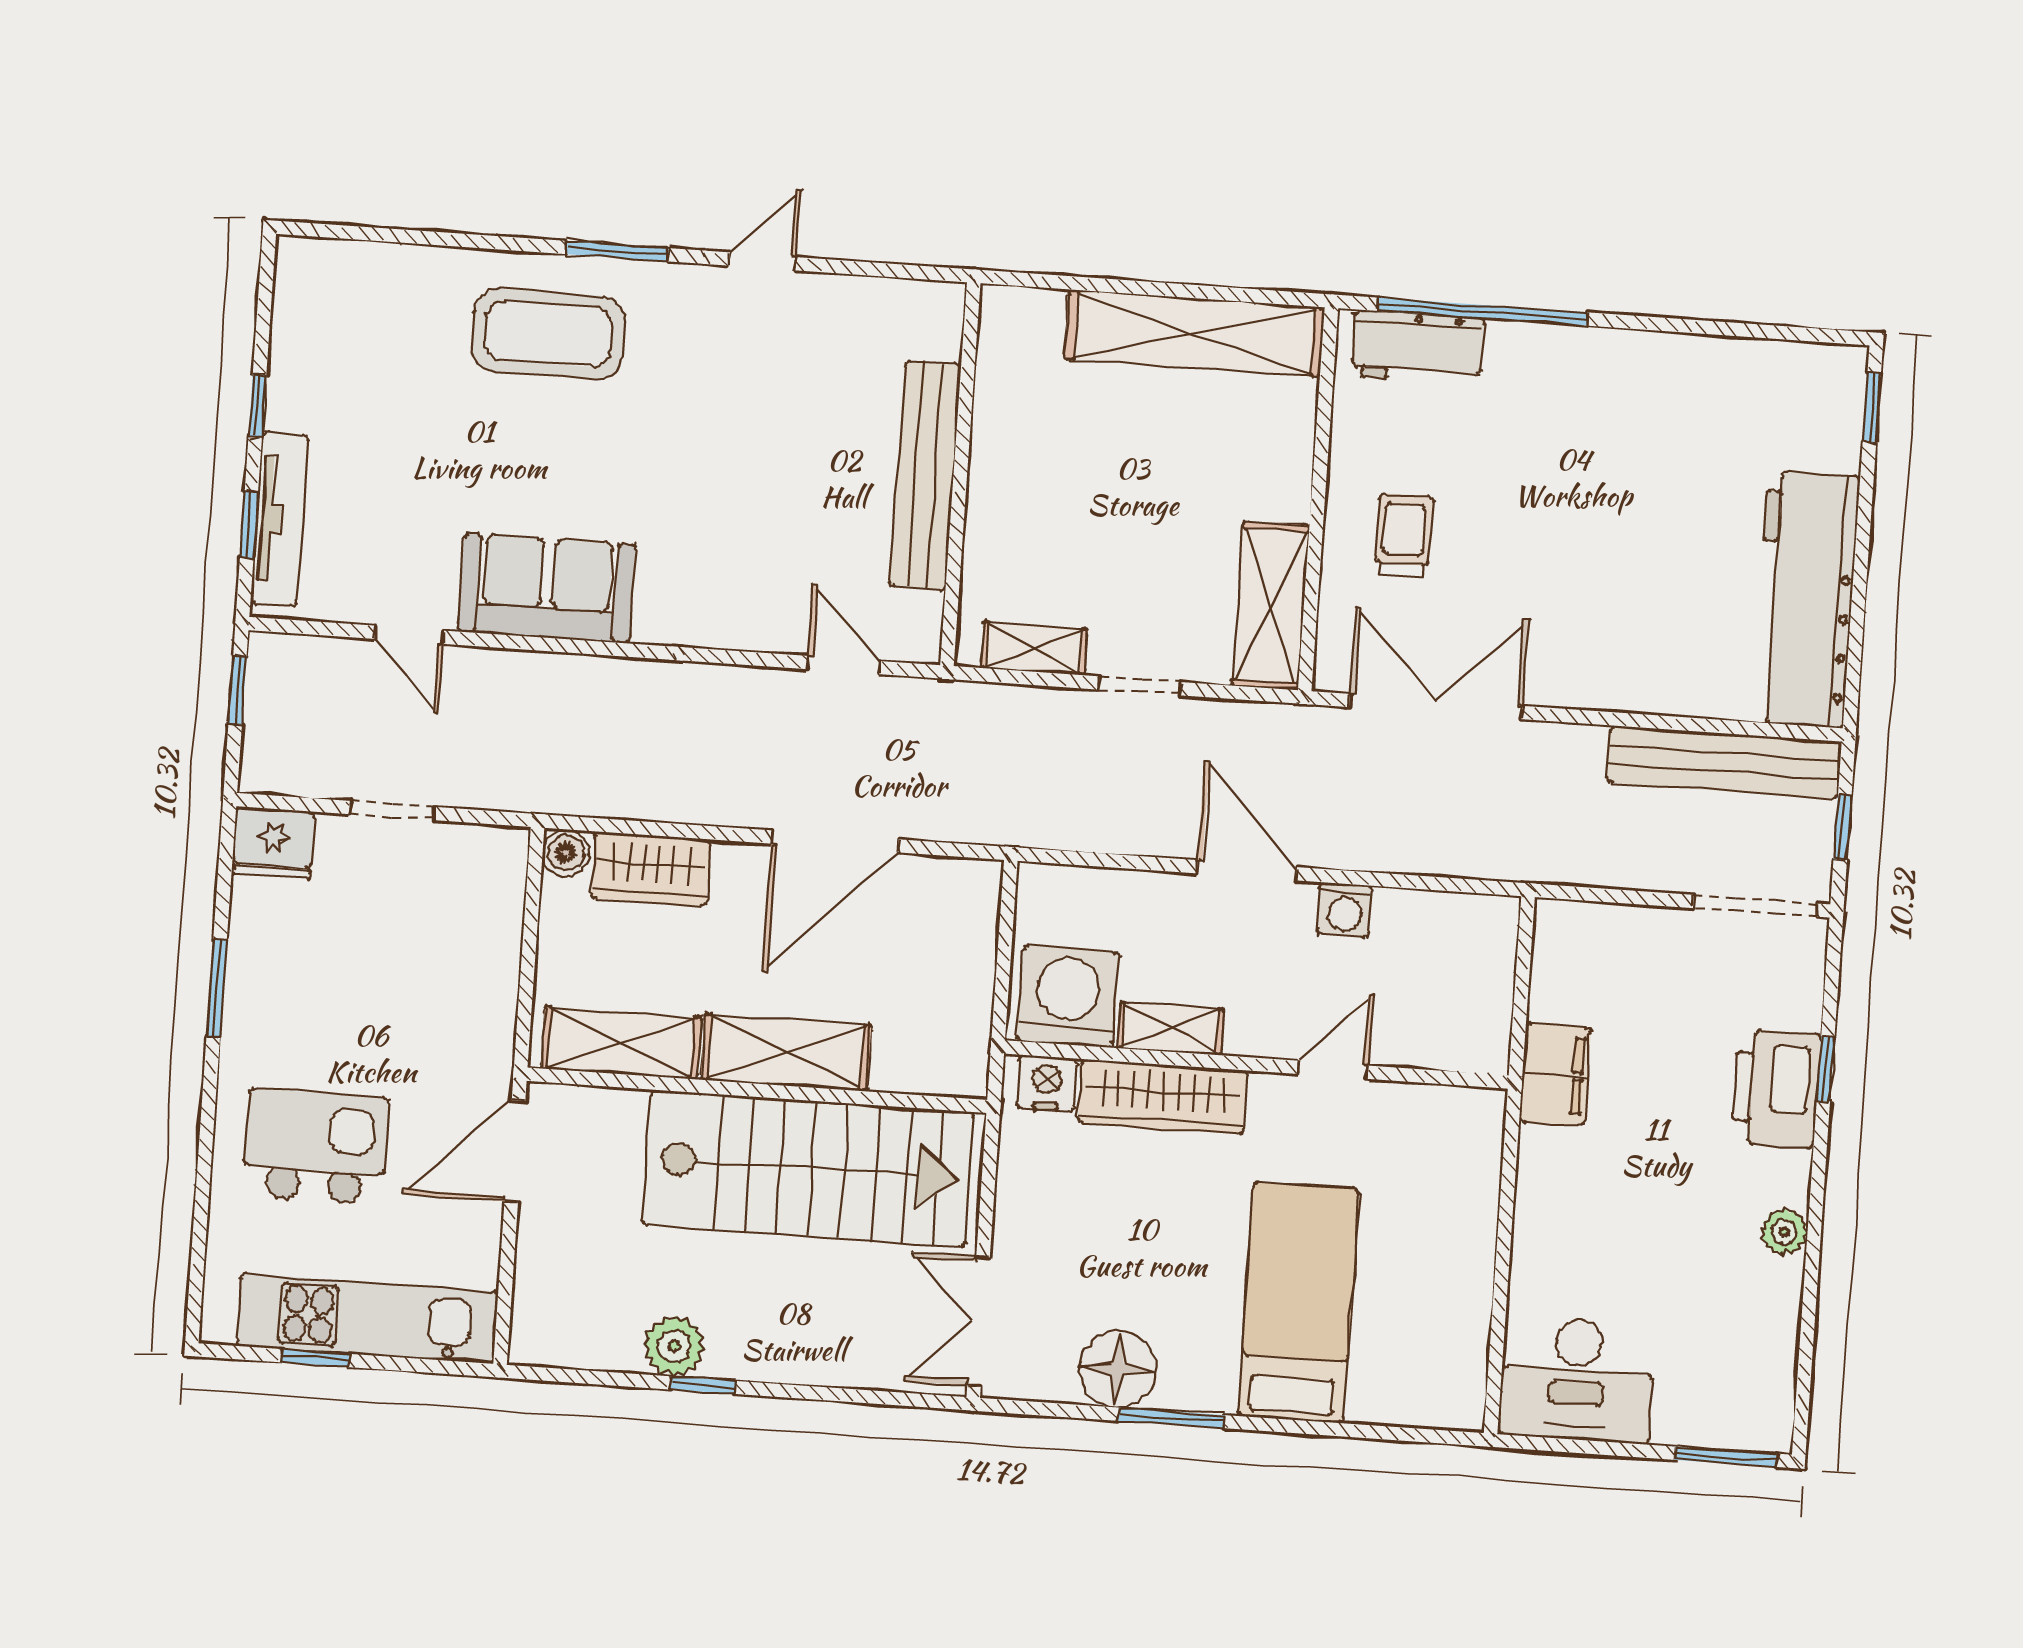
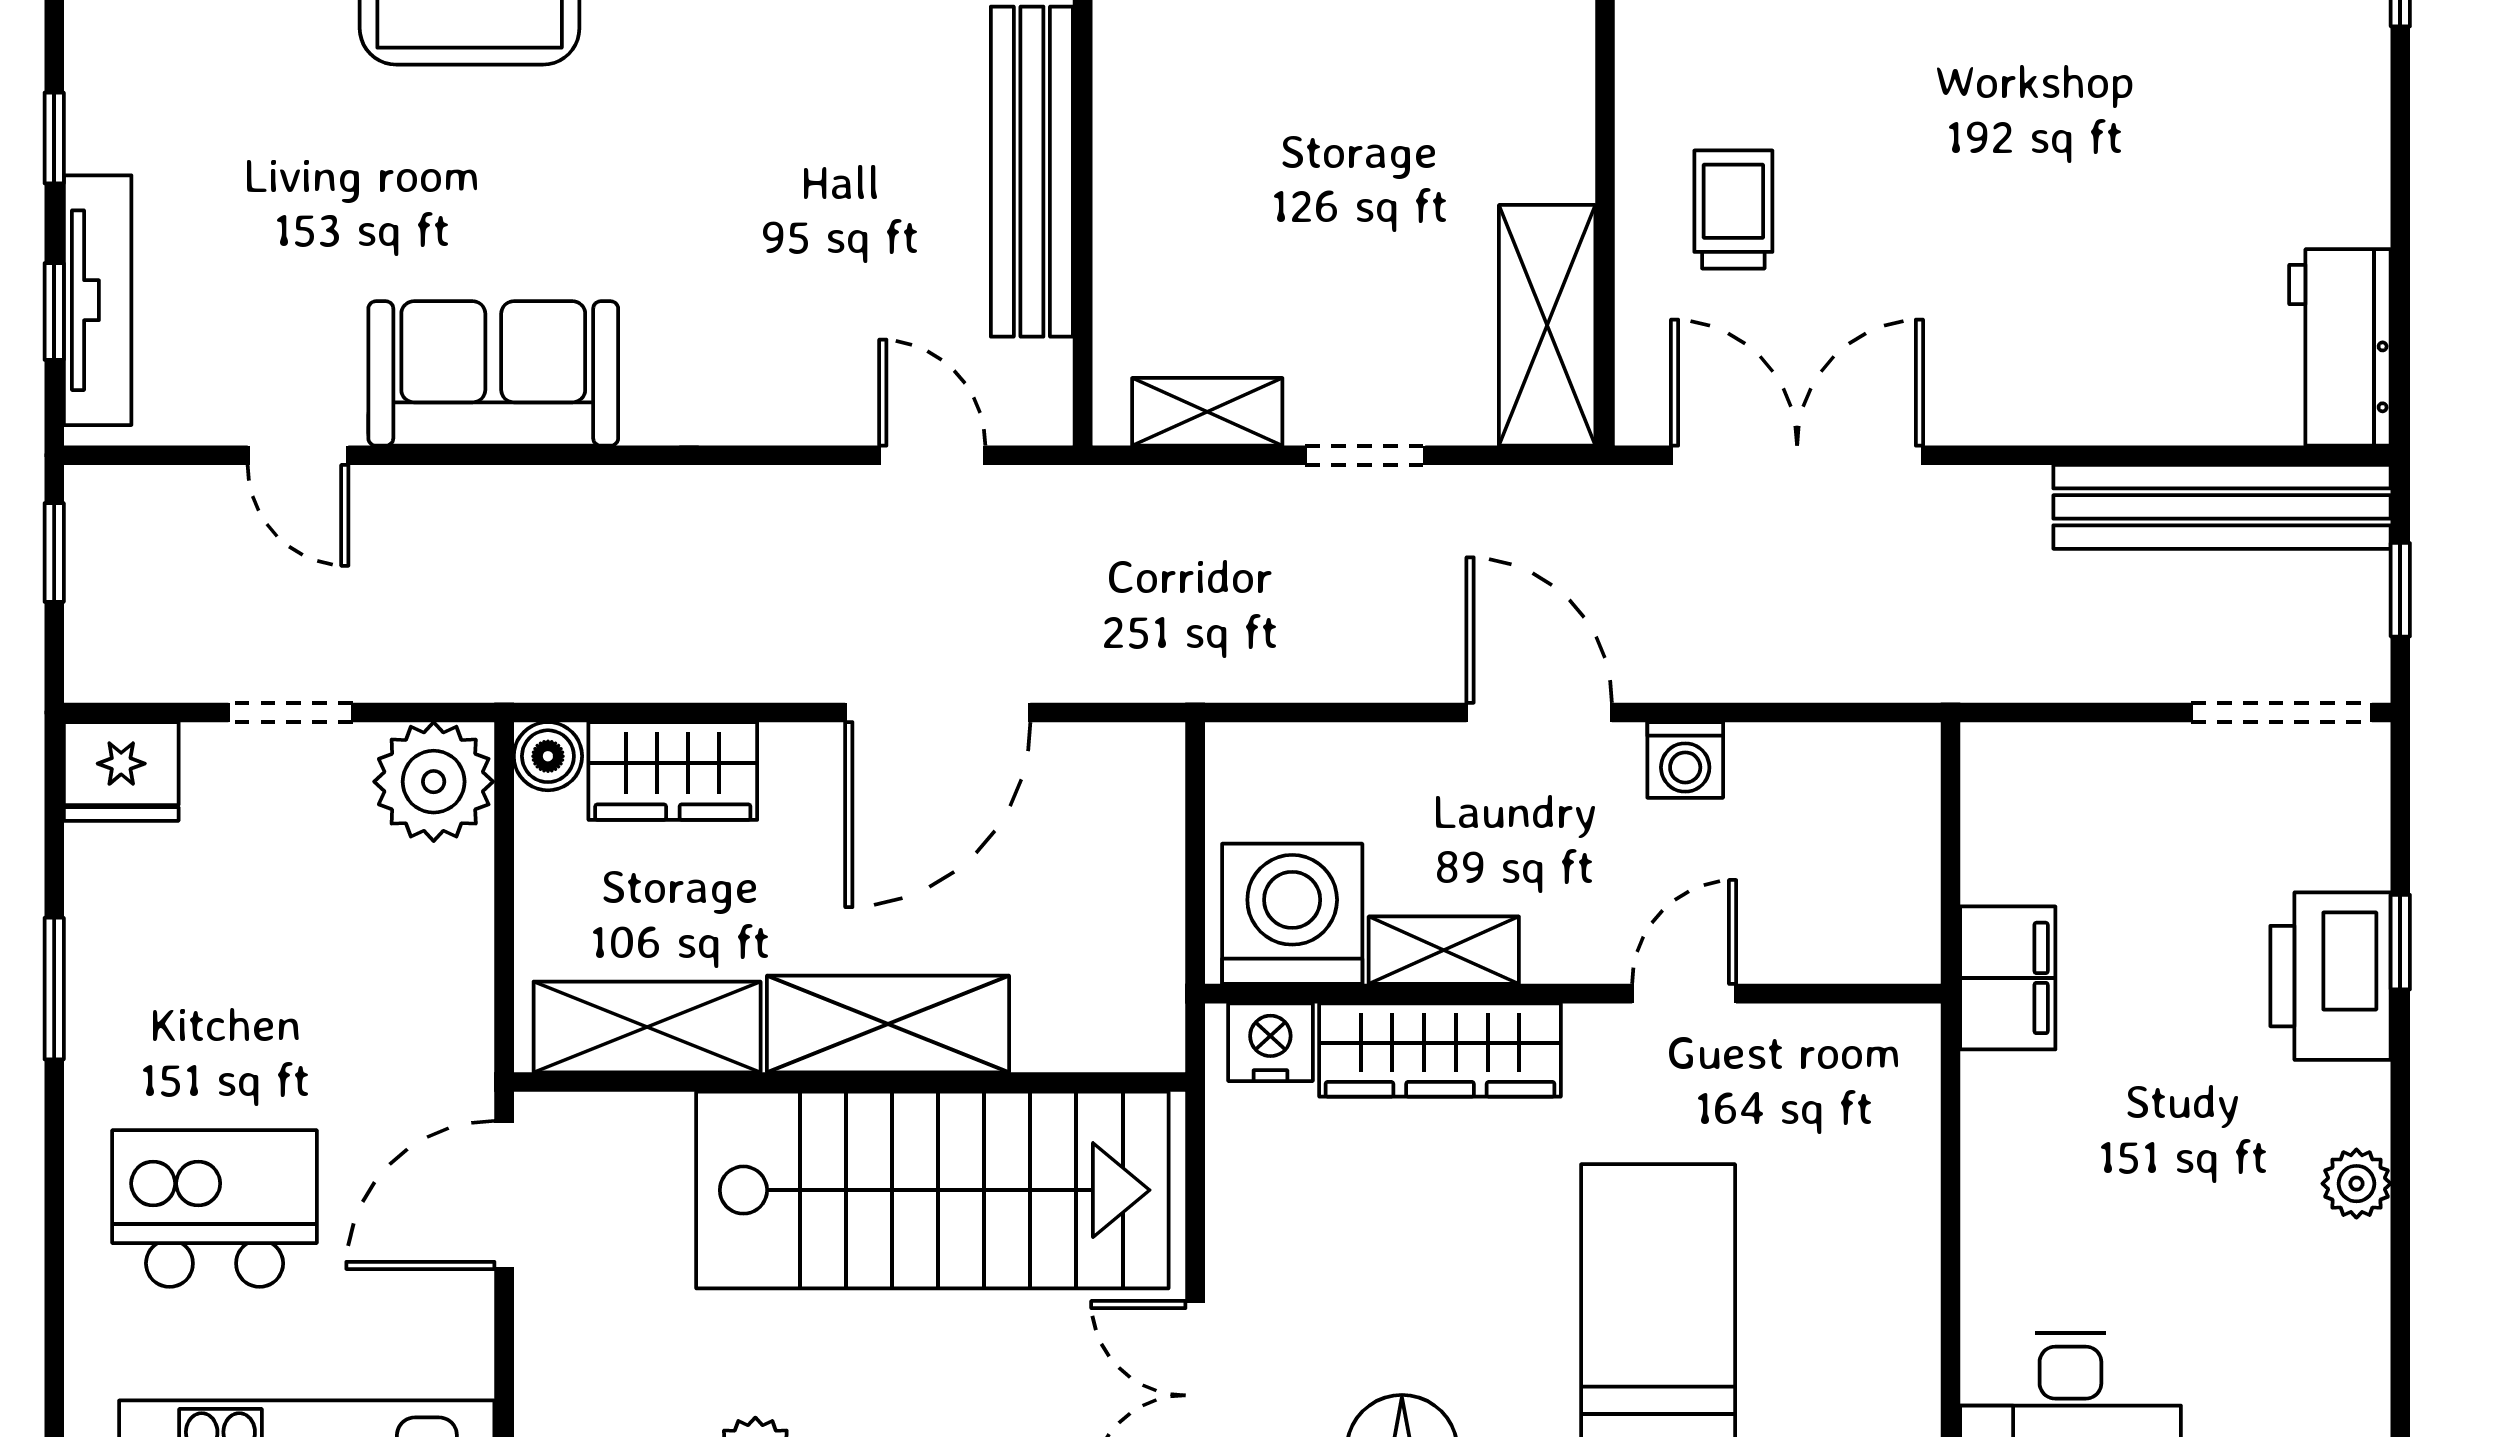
workbench: (1806, 599) -> (2340, 347), width x0.53, depth x0.76
plant: (486, 865) -> (434, 782), added

